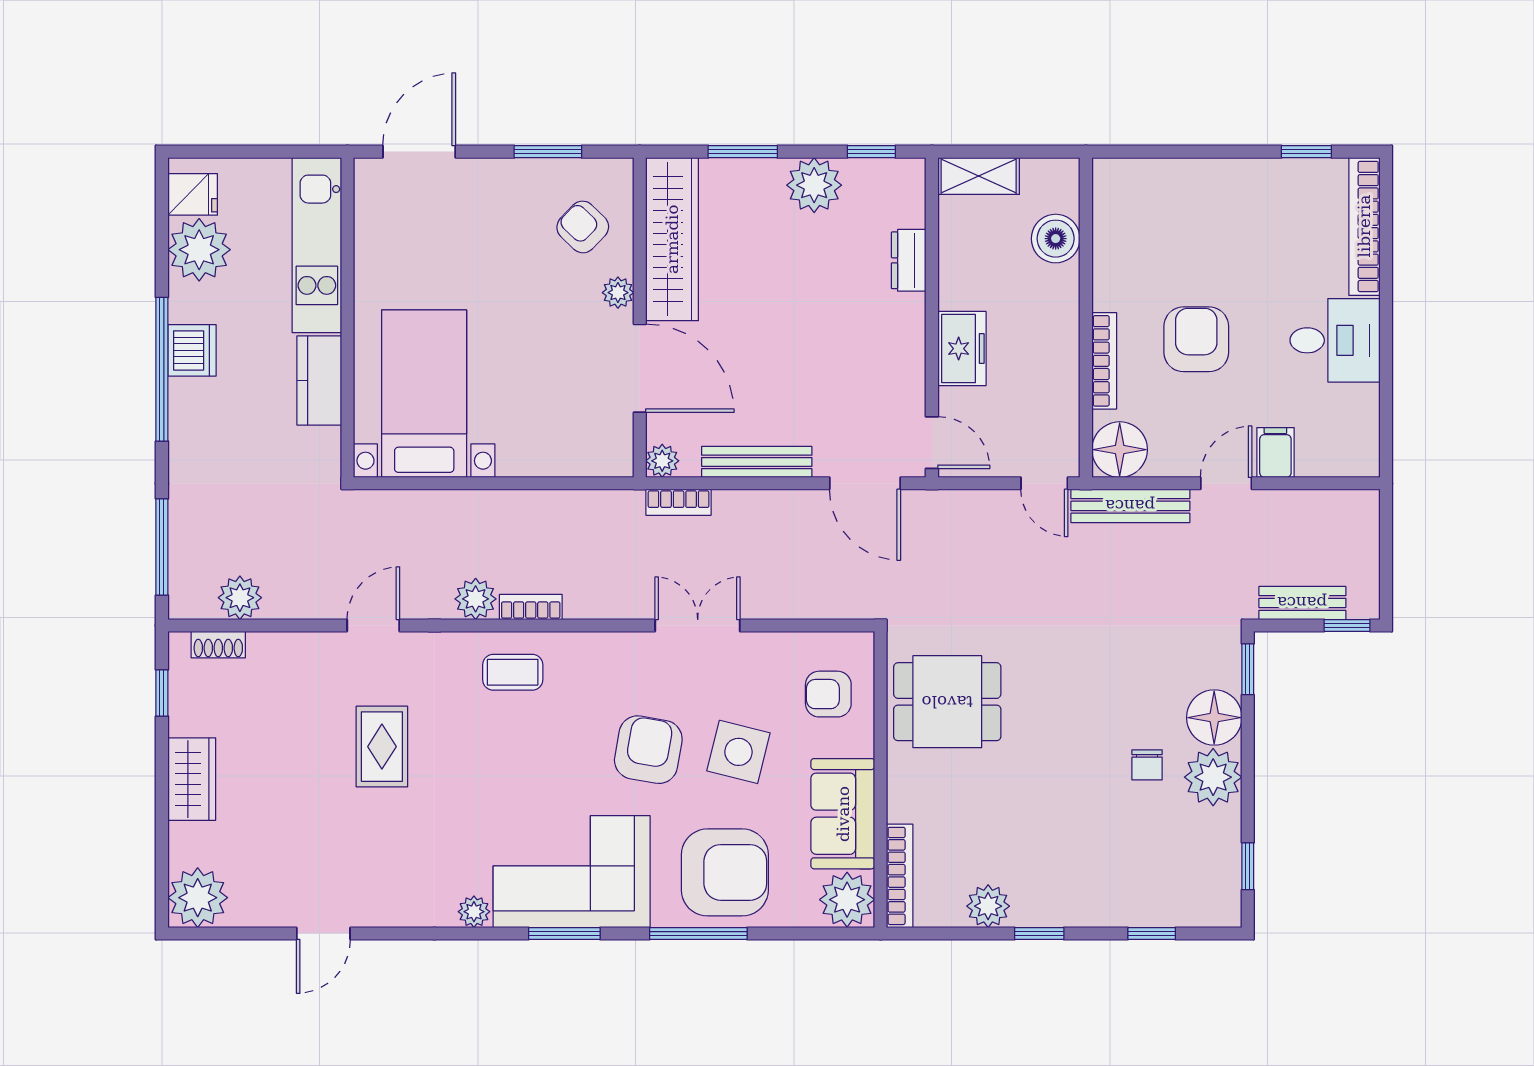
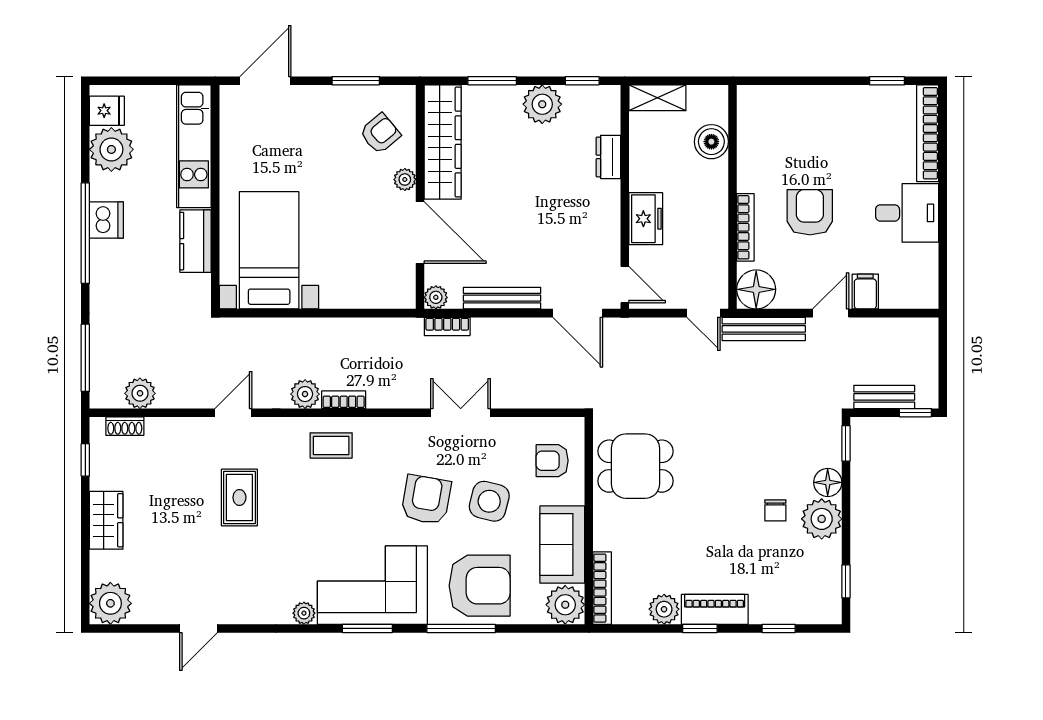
armchair: (583, 227) -> (380, 134), turned 96
floor lamp: (1214, 718) -> (828, 482), width x0.73, depth x0.73
piano: (1060, 906) -> (715, 609), added

